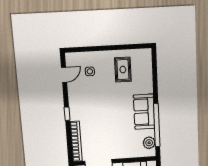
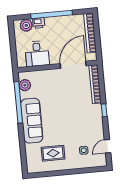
rug: (123, 70) -> (53, 153), turned 90
sofa: (144, 112) -> (32, 121), width x1.36

